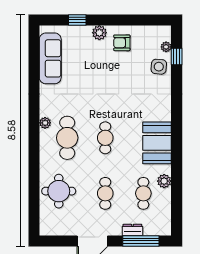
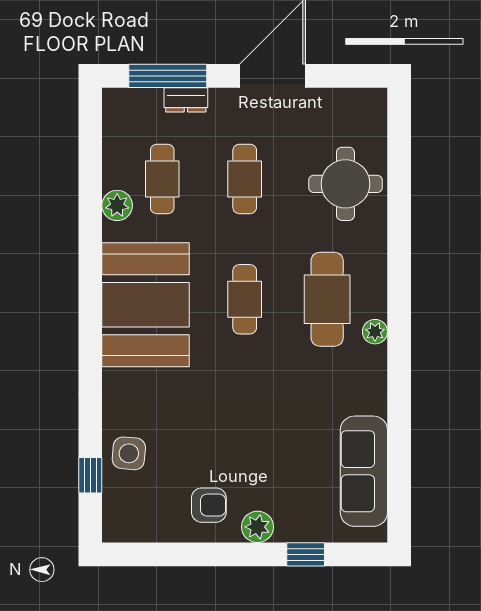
plant: (166, 47) -> (113, 496), removed
booth: (157, 143) -> (145, 305), width x1.36, depth x1.42

